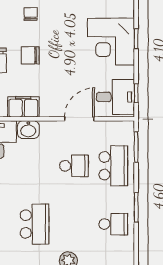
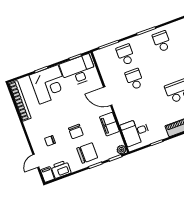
desk: (116, 97) -> (78, 70), width x1.37
door: (79, 119) -> (108, 96), moved
washbasin: (28, 130) -> (122, 116), removed
school desk: (113, 166) -> (126, 55), width x0.54

